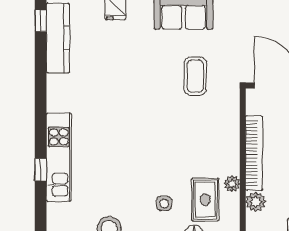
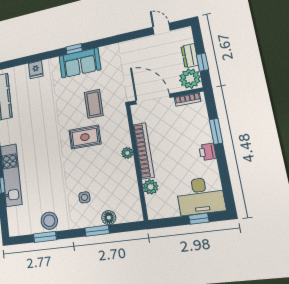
plant: (232, 184) -> (127, 153), moved
rug: (205, 200) -> (85, 137), moved, turned 90

